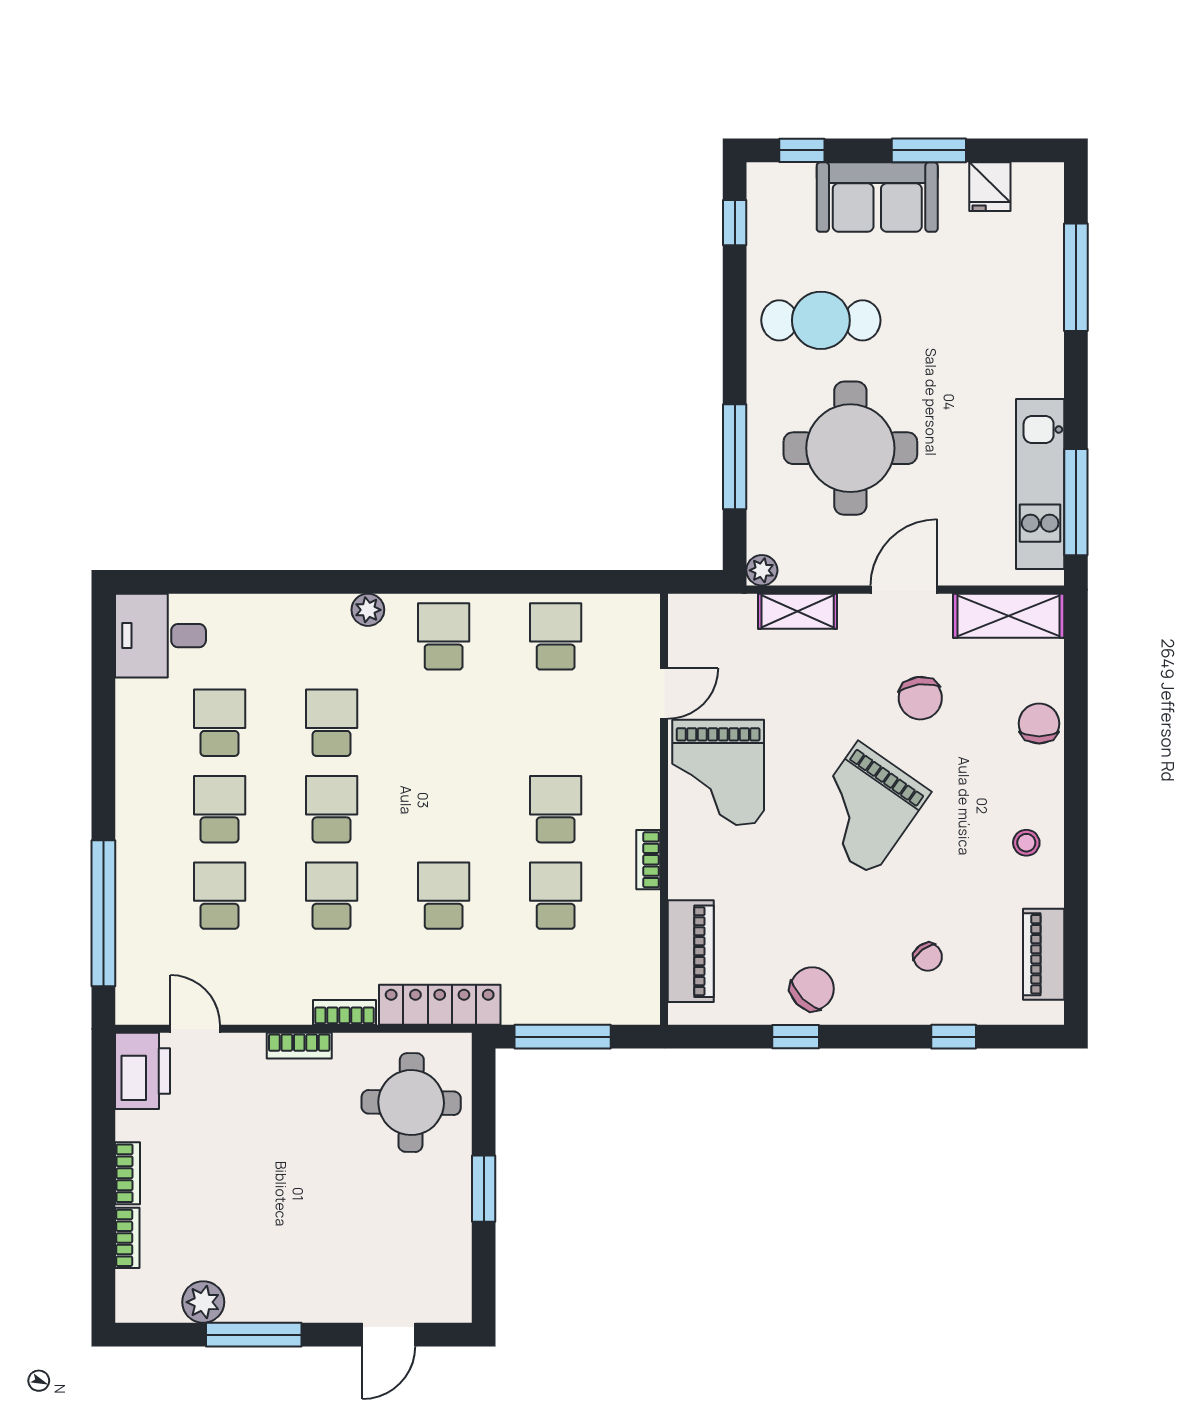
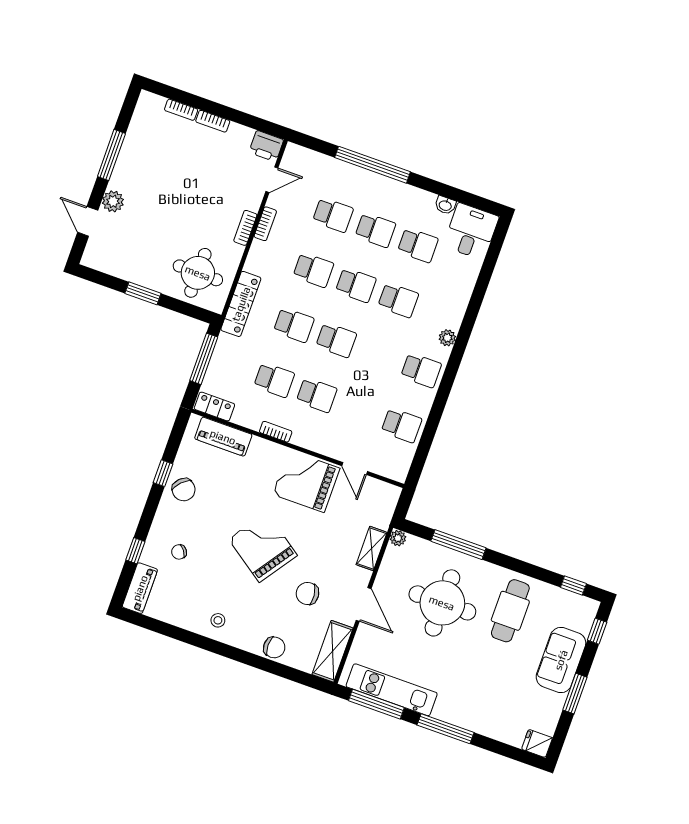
fridge: (990, 187) -> (537, 743), moved
window: (1076, 277) -> (446, 729), moved
washbasin: (130, 699) -> (445, 205), added
school desk: (444, 809) -> (336, 340), added
window: (103, 913) -> (373, 165), moved
piano: (1044, 954) -> (140, 588), moved, turned 90
locker: (642, 987) -> (214, 407), added
bookcase: (344, 1012) -> (265, 224), moved
printer: (143, 1071) -> (266, 146), width x0.73, depth x0.84
plant: (203, 1302) -> (113, 201), moved

